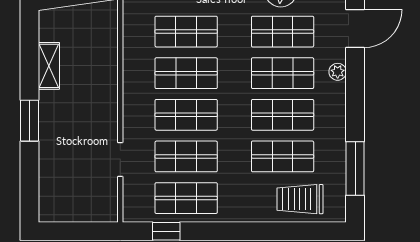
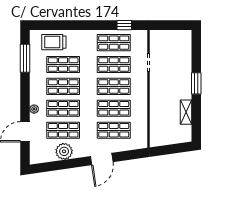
trolley: (300, 199) -> (54, 42), turned 180

